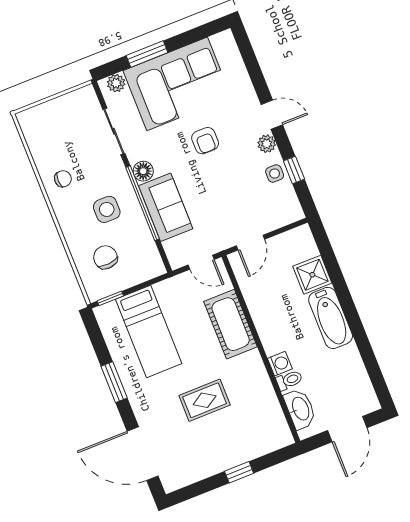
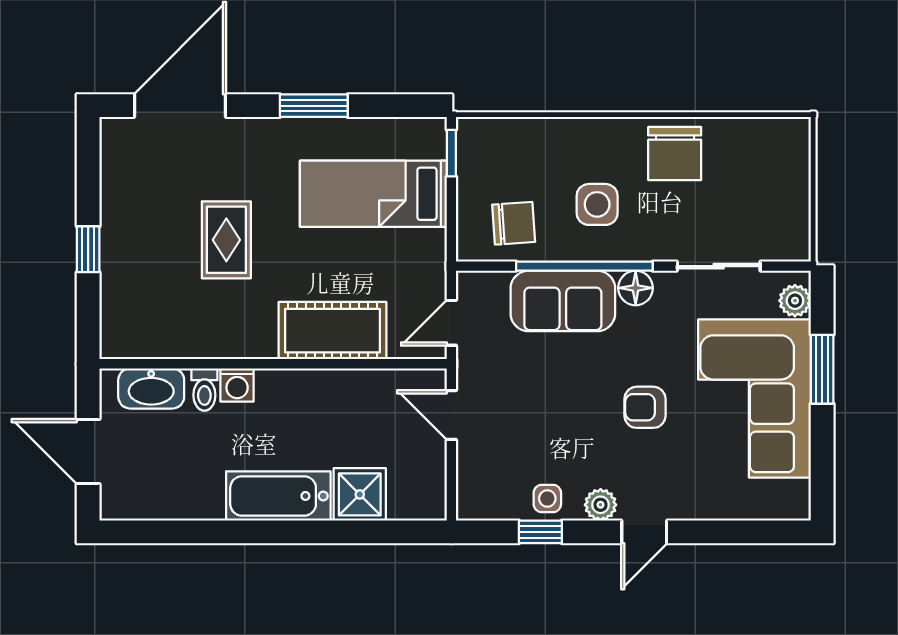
chair: (63, 179) -> (675, 153), width x1.87, depth x1.87
chair: (105, 257) -> (514, 223), moved

